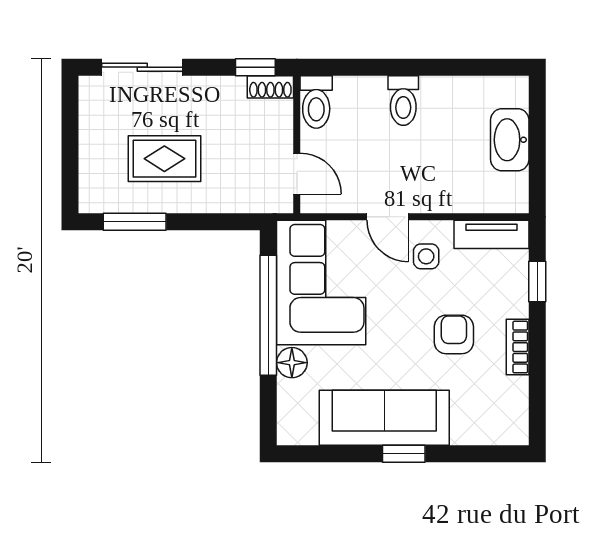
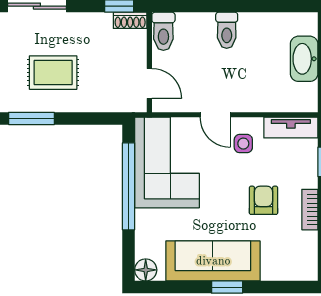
floor lamp: (292, 363) -> (146, 270), moved

